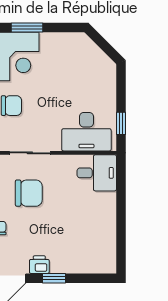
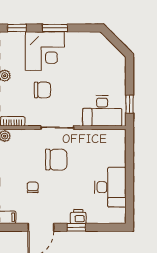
desk: (97, 173) -> (110, 187), moved, width x1.37
printer: (39, 265) -> (78, 216), moved

